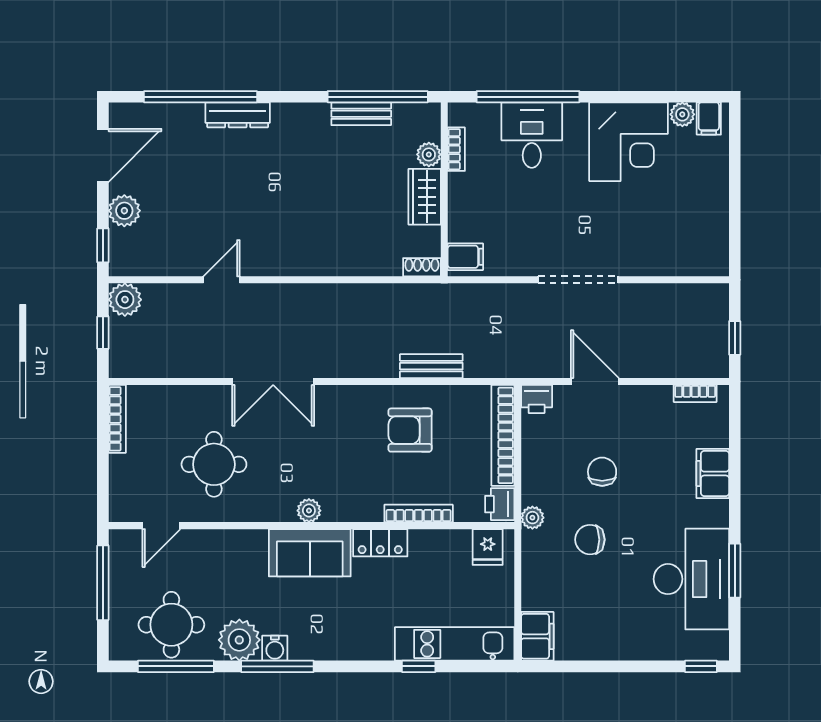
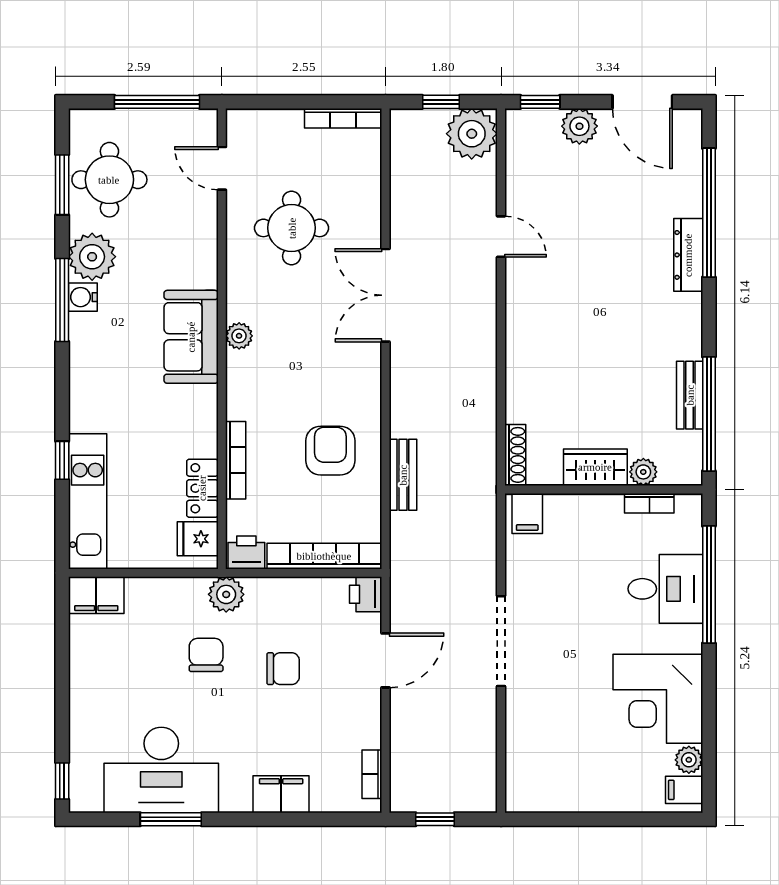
shoe rack: (422, 267) -> (515, 455), width x1.43
plant: (125, 300) -> (472, 134), width x1.36, depth x1.36
plant: (532, 518) -> (226, 594), width x1.38, depth x1.38
locker: (380, 543) -> (202, 488), moved
window: (176, 666) -> (62, 185), width x0.69

